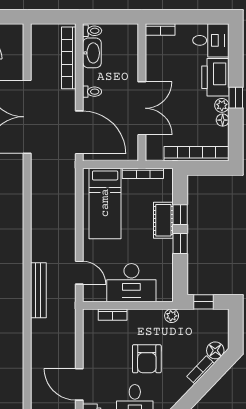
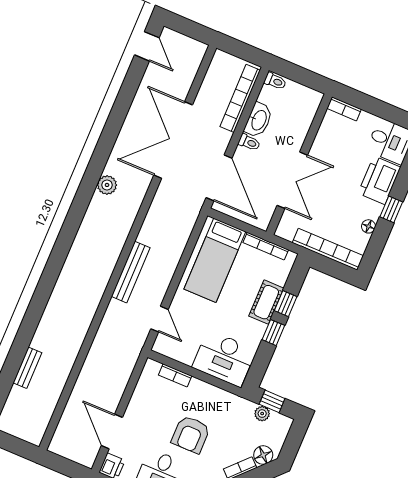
washbasin: (92, 53) -> (258, 120), moved
plant: (222, 105) -> (374, 211), removed
desk: (131, 283) -> (224, 358), moved
bench: (38, 290) -> (131, 272), moved
plant: (172, 316) -> (262, 414), moved

